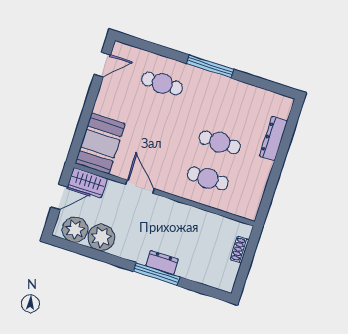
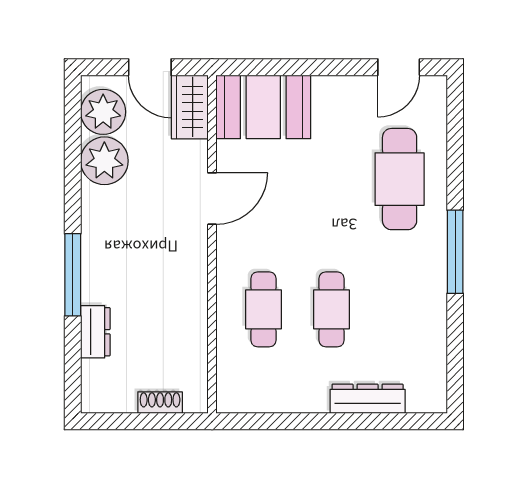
door: (102, 65) -> (399, 67), hinge flipped
cafe table: (162, 83) -> (400, 179), width x1.37, depth x1.35
dresser: (162, 262) -> (95, 332), moved

